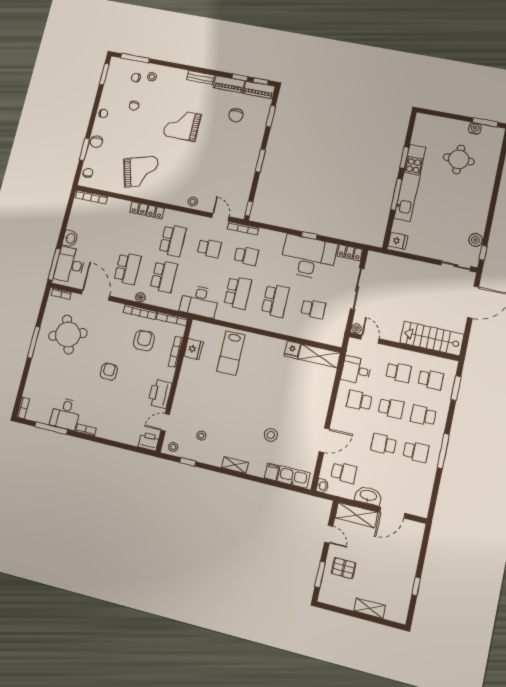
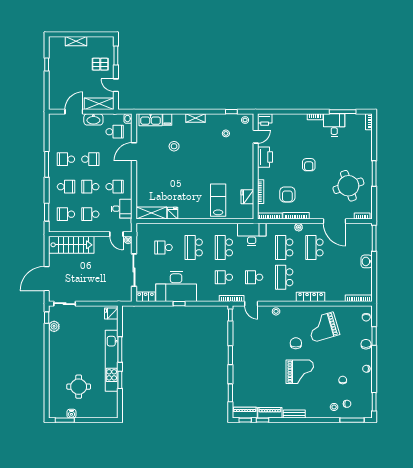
chair: (236, 115) -> (296, 343), moved
desk: (70, 265) -> (361, 240), removed
school desk: (344, 473) -> (115, 132), turned 180

